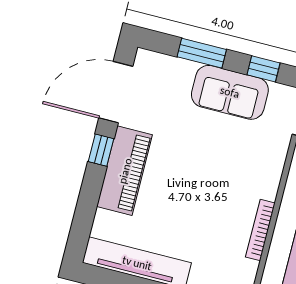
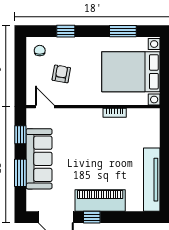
sofa: (230, 92) -> (39, 159), width x1.36
bookcase: (260, 230) -> (115, 113), width x0.64

